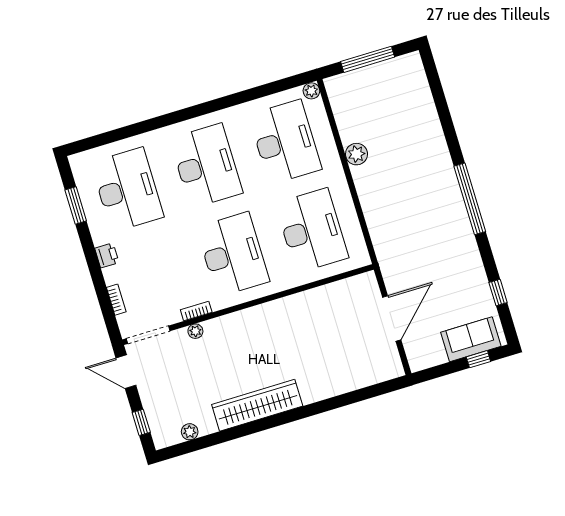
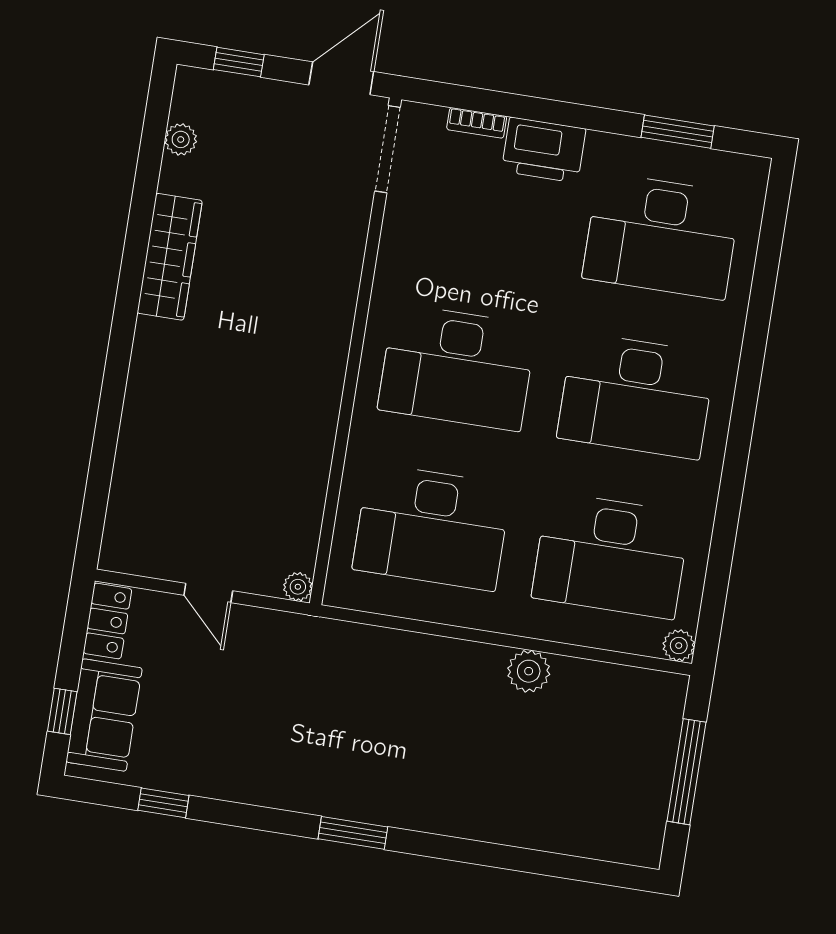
window: (470, 199) -> (353, 833), width x0.47
printer: (107, 255) -> (544, 150), width x1.87, depth x1.48
bookcase: (196, 311) -> (388, 254), removed
door: (392, 319) -> (208, 593), width x0.53
plant: (195, 331) -> (298, 587), moved
locker: (427, 359) -> (107, 621), added
wardrobe: (257, 405) -> (170, 257), width x0.71, depth x0.85

